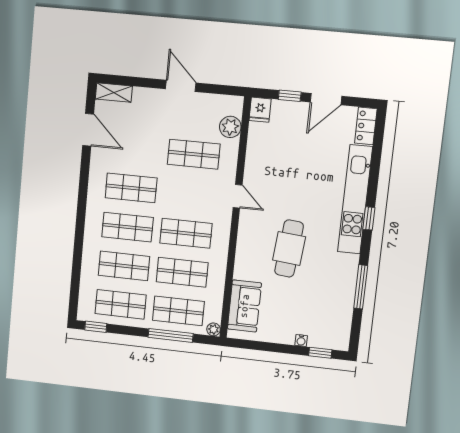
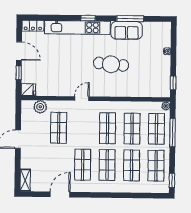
door: (88, 130) -> (60, 194), moved
sofa: (244, 306) -> (127, 30), moved, turned 180
window: (320, 353) -> (173, 83), moved

